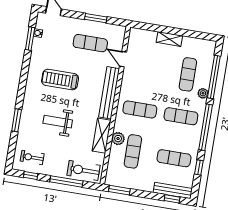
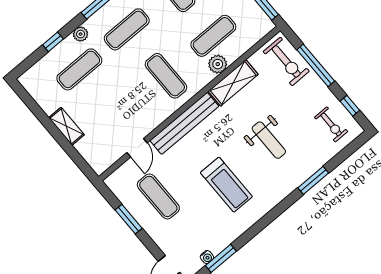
window: (214, 77) -> (53, 42), width x0.32
exercise mat: (181, 116) -> (127, 29), turned 90

